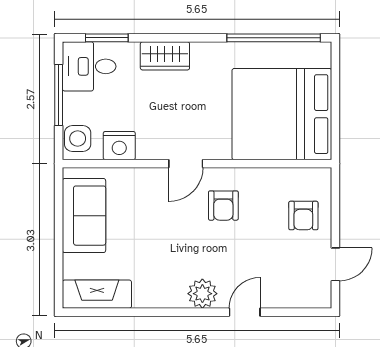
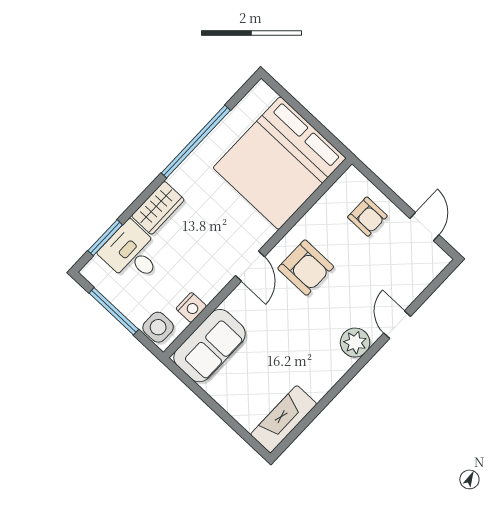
window: (274, 38) -> (196, 142), moved
desk: (89, 66) -> (132, 253), moved, turned 90
nightstand: (119, 146) -> (191, 307), width x0.74, depth x0.75
armchair: (223, 206) -> (306, 268), width x1.38, depth x1.38
sofa: (84, 216) -> (210, 346), moved, turned 90

